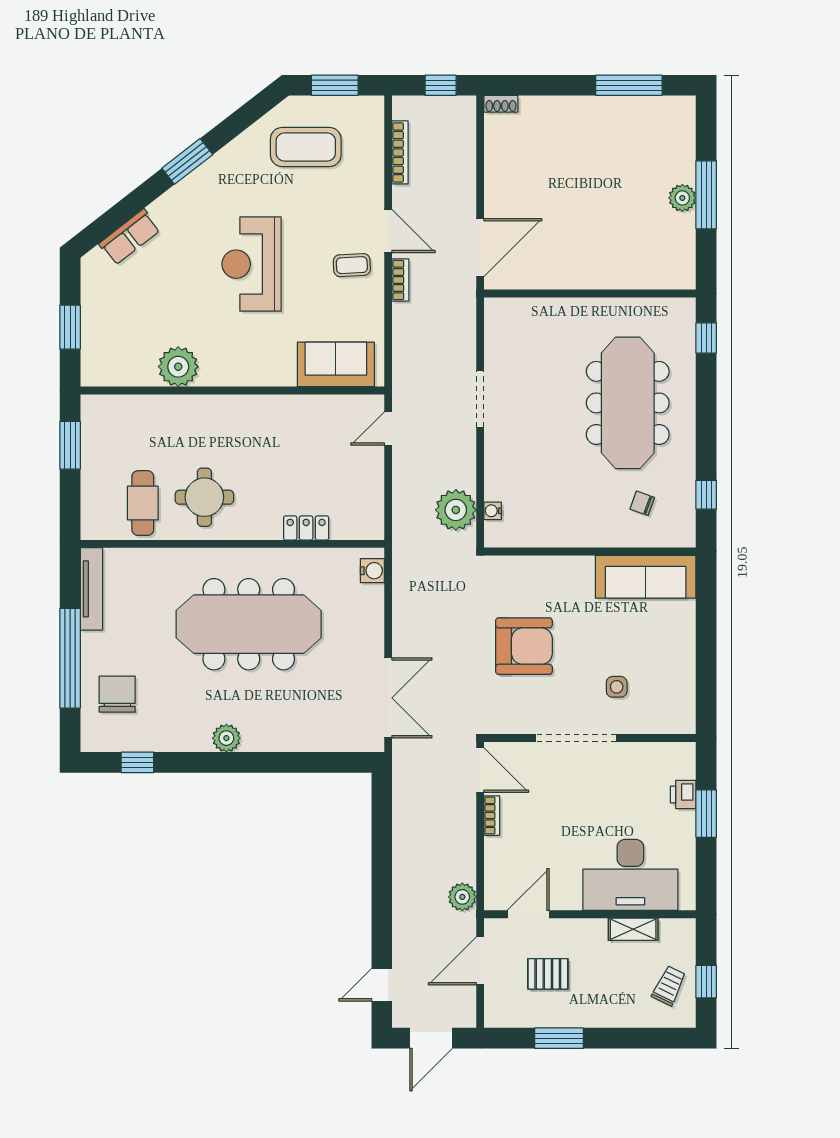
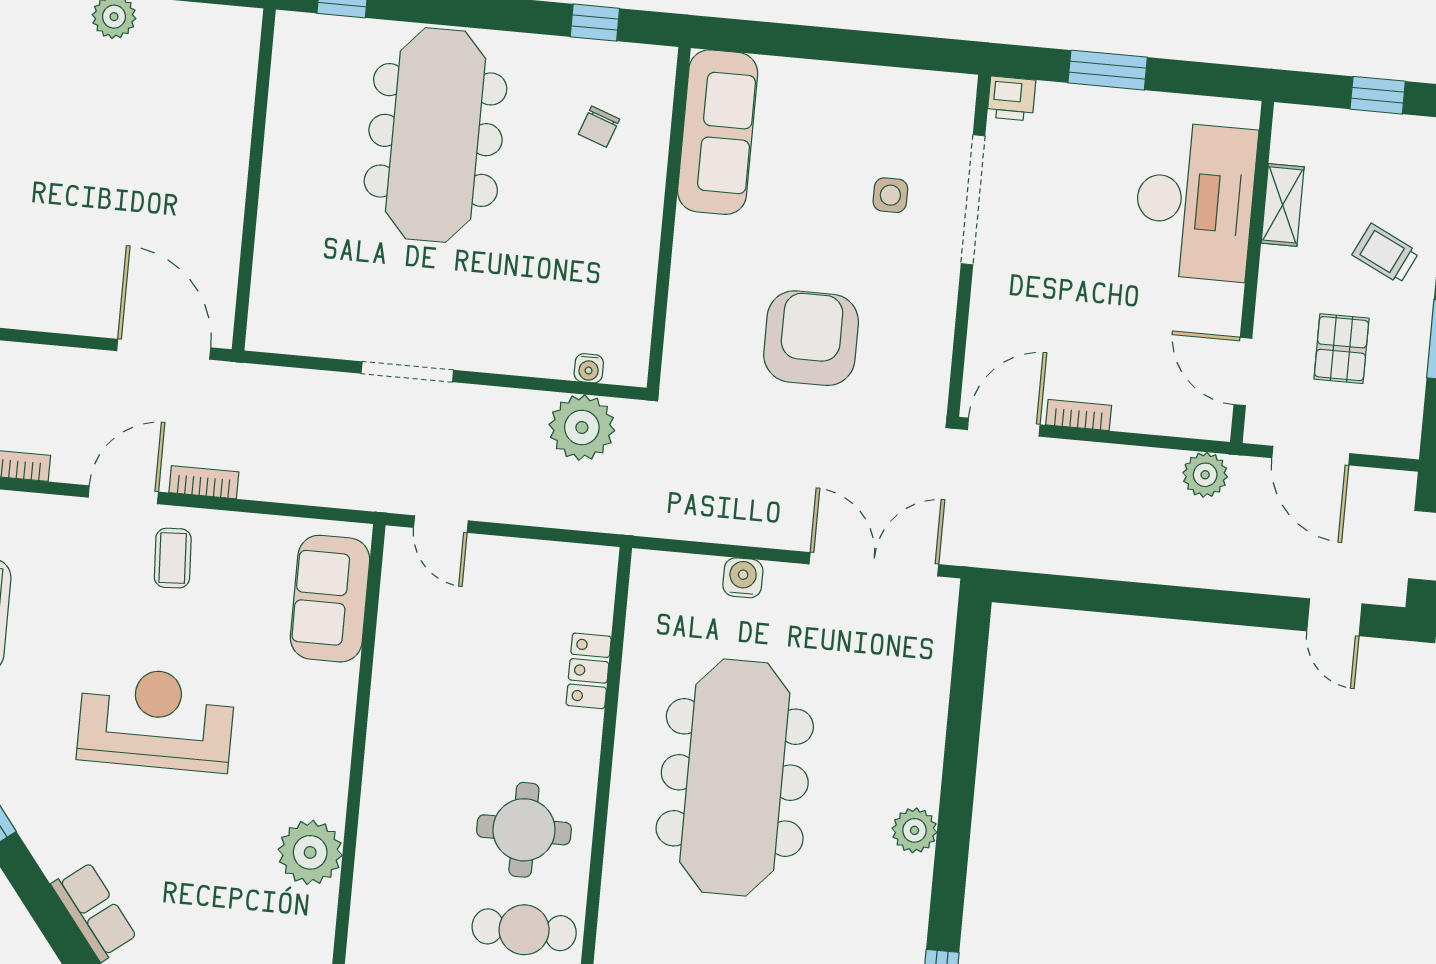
reception desk: (252, 264) -> (156, 719), turned 180
meeting table: (628, 403) -> (435, 135), turned 90
water cooler: (372, 571) -> (743, 578), moved
doorway: (576, 738) -> (973, 200), moved
printer: (683, 795) -> (1011, 99), moved
trolley: (669, 986) -> (1385, 254), moved

